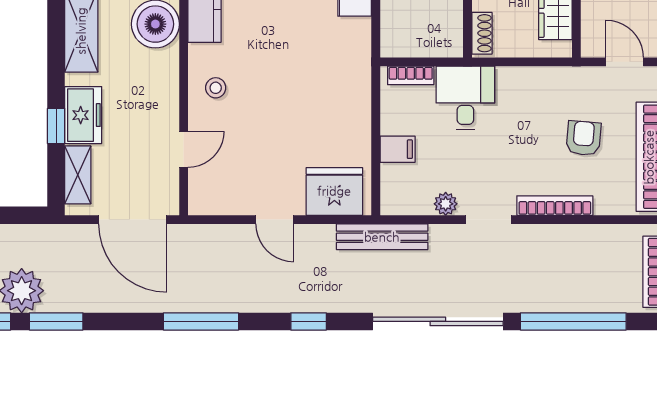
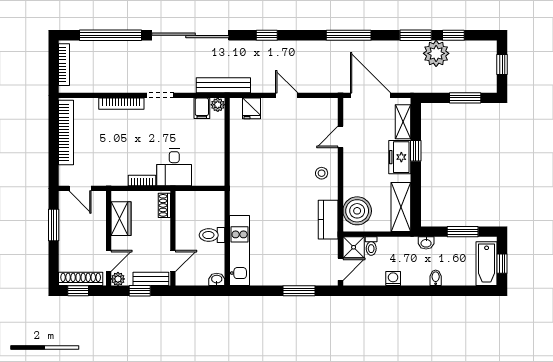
bookcase: (411, 75) -> (142, 180), moved
armchair: (583, 138) -> (105, 143), removed
filing cabinet: (398, 149) -> (202, 108), moved, turned -90
fridge: (334, 191) -> (252, 108), width x0.53, depth x0.75
plant: (446, 204) -> (218, 105), moved
window: (201, 321) -> (349, 35), moved

